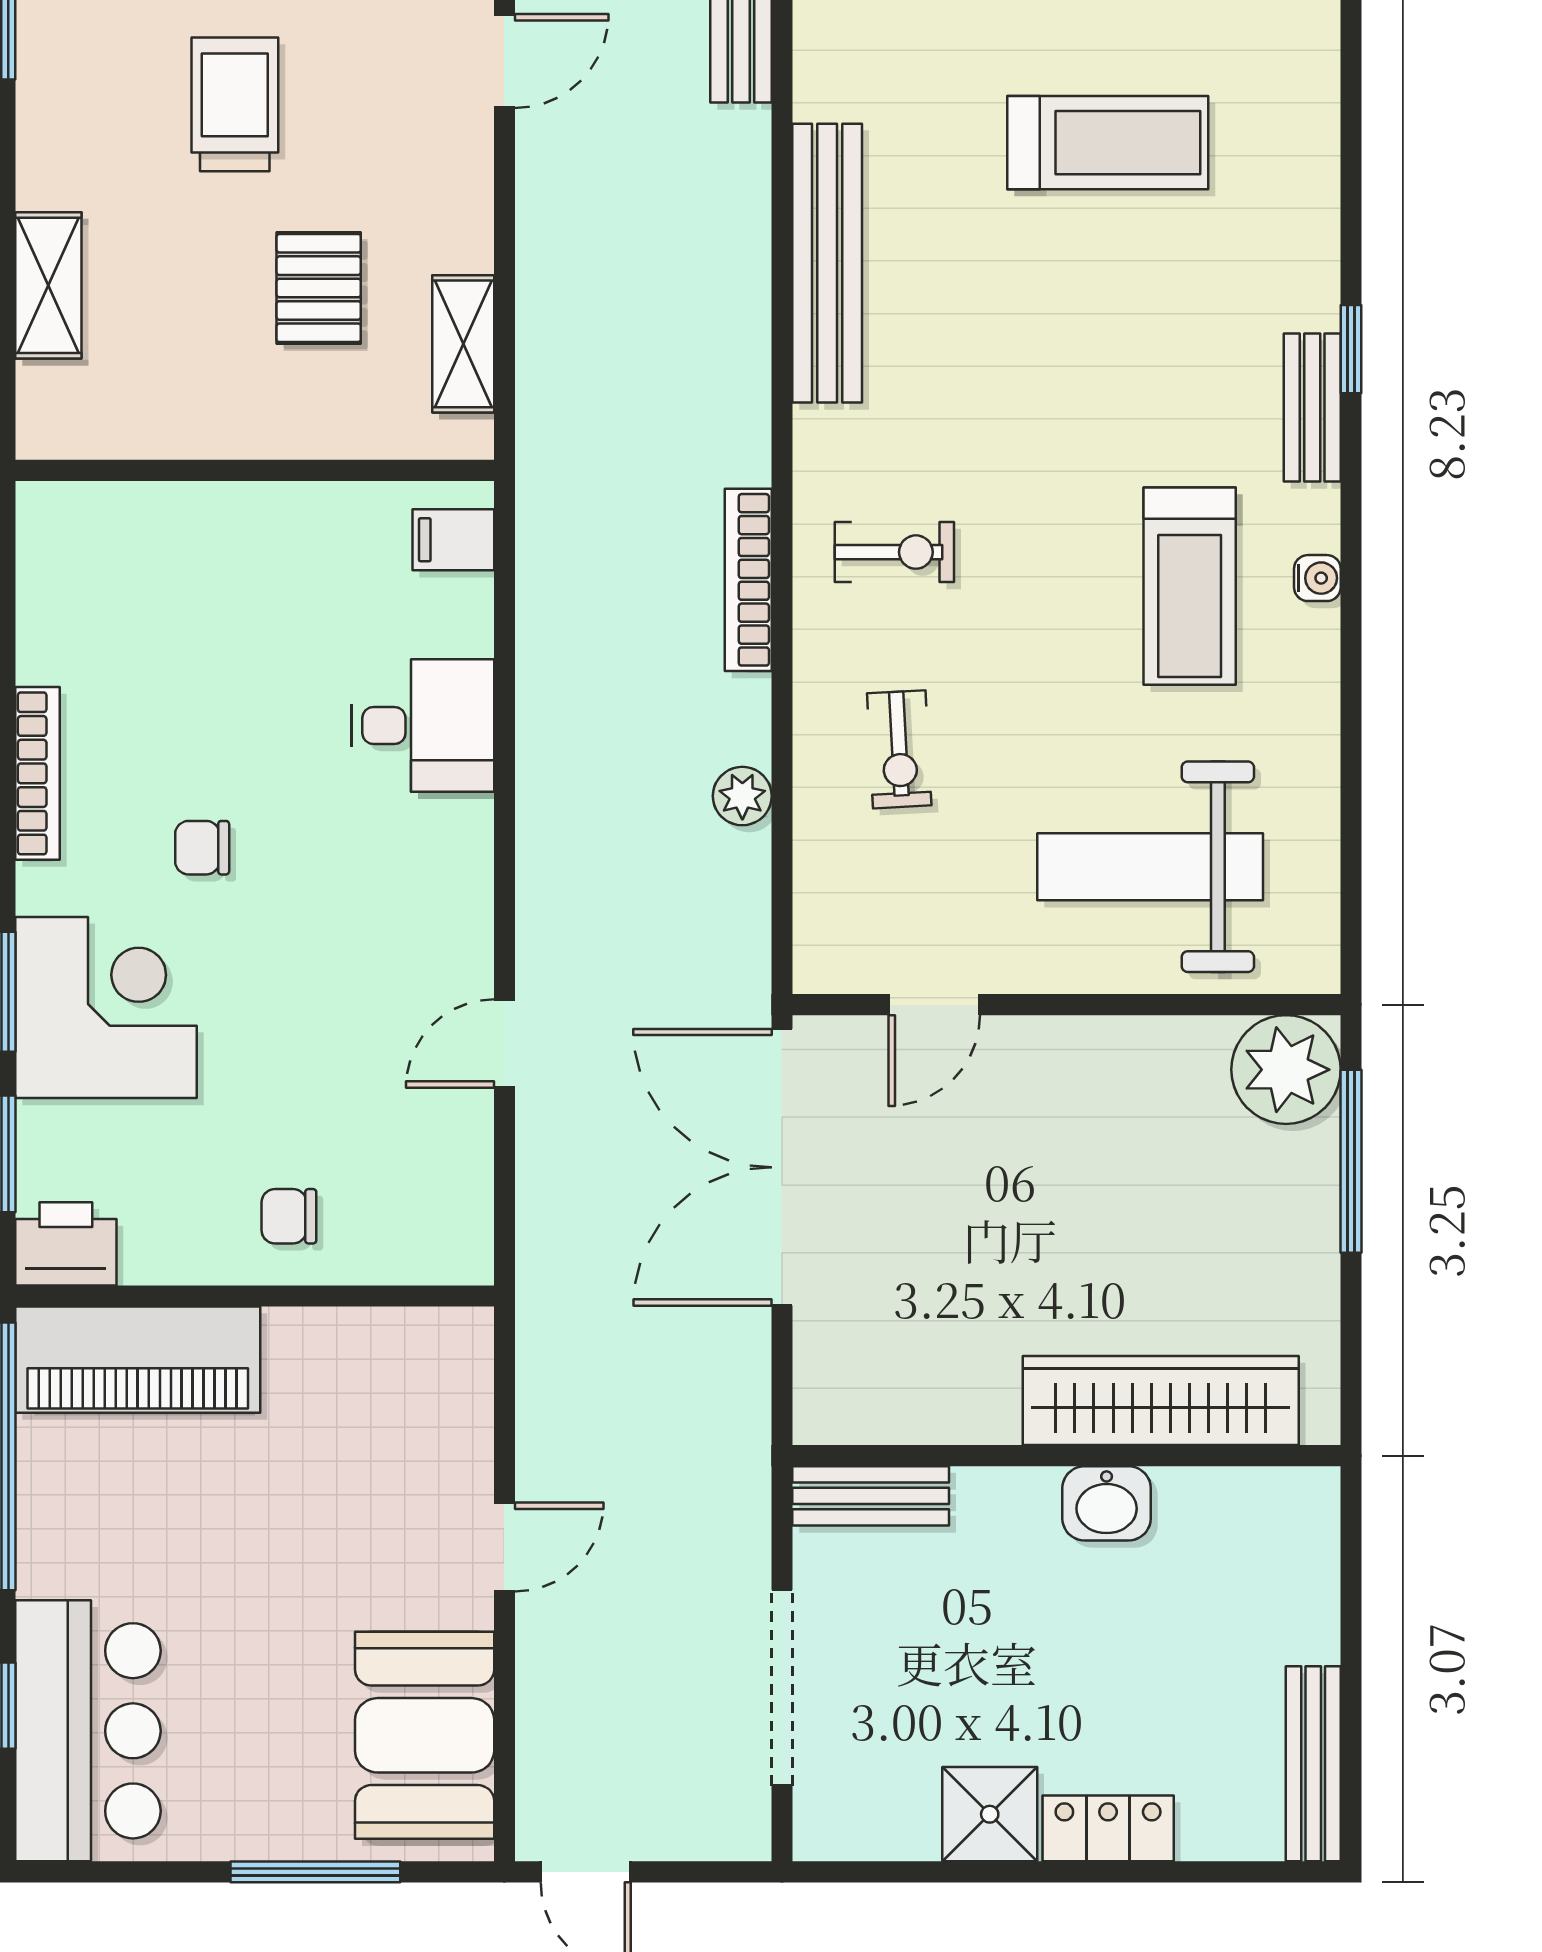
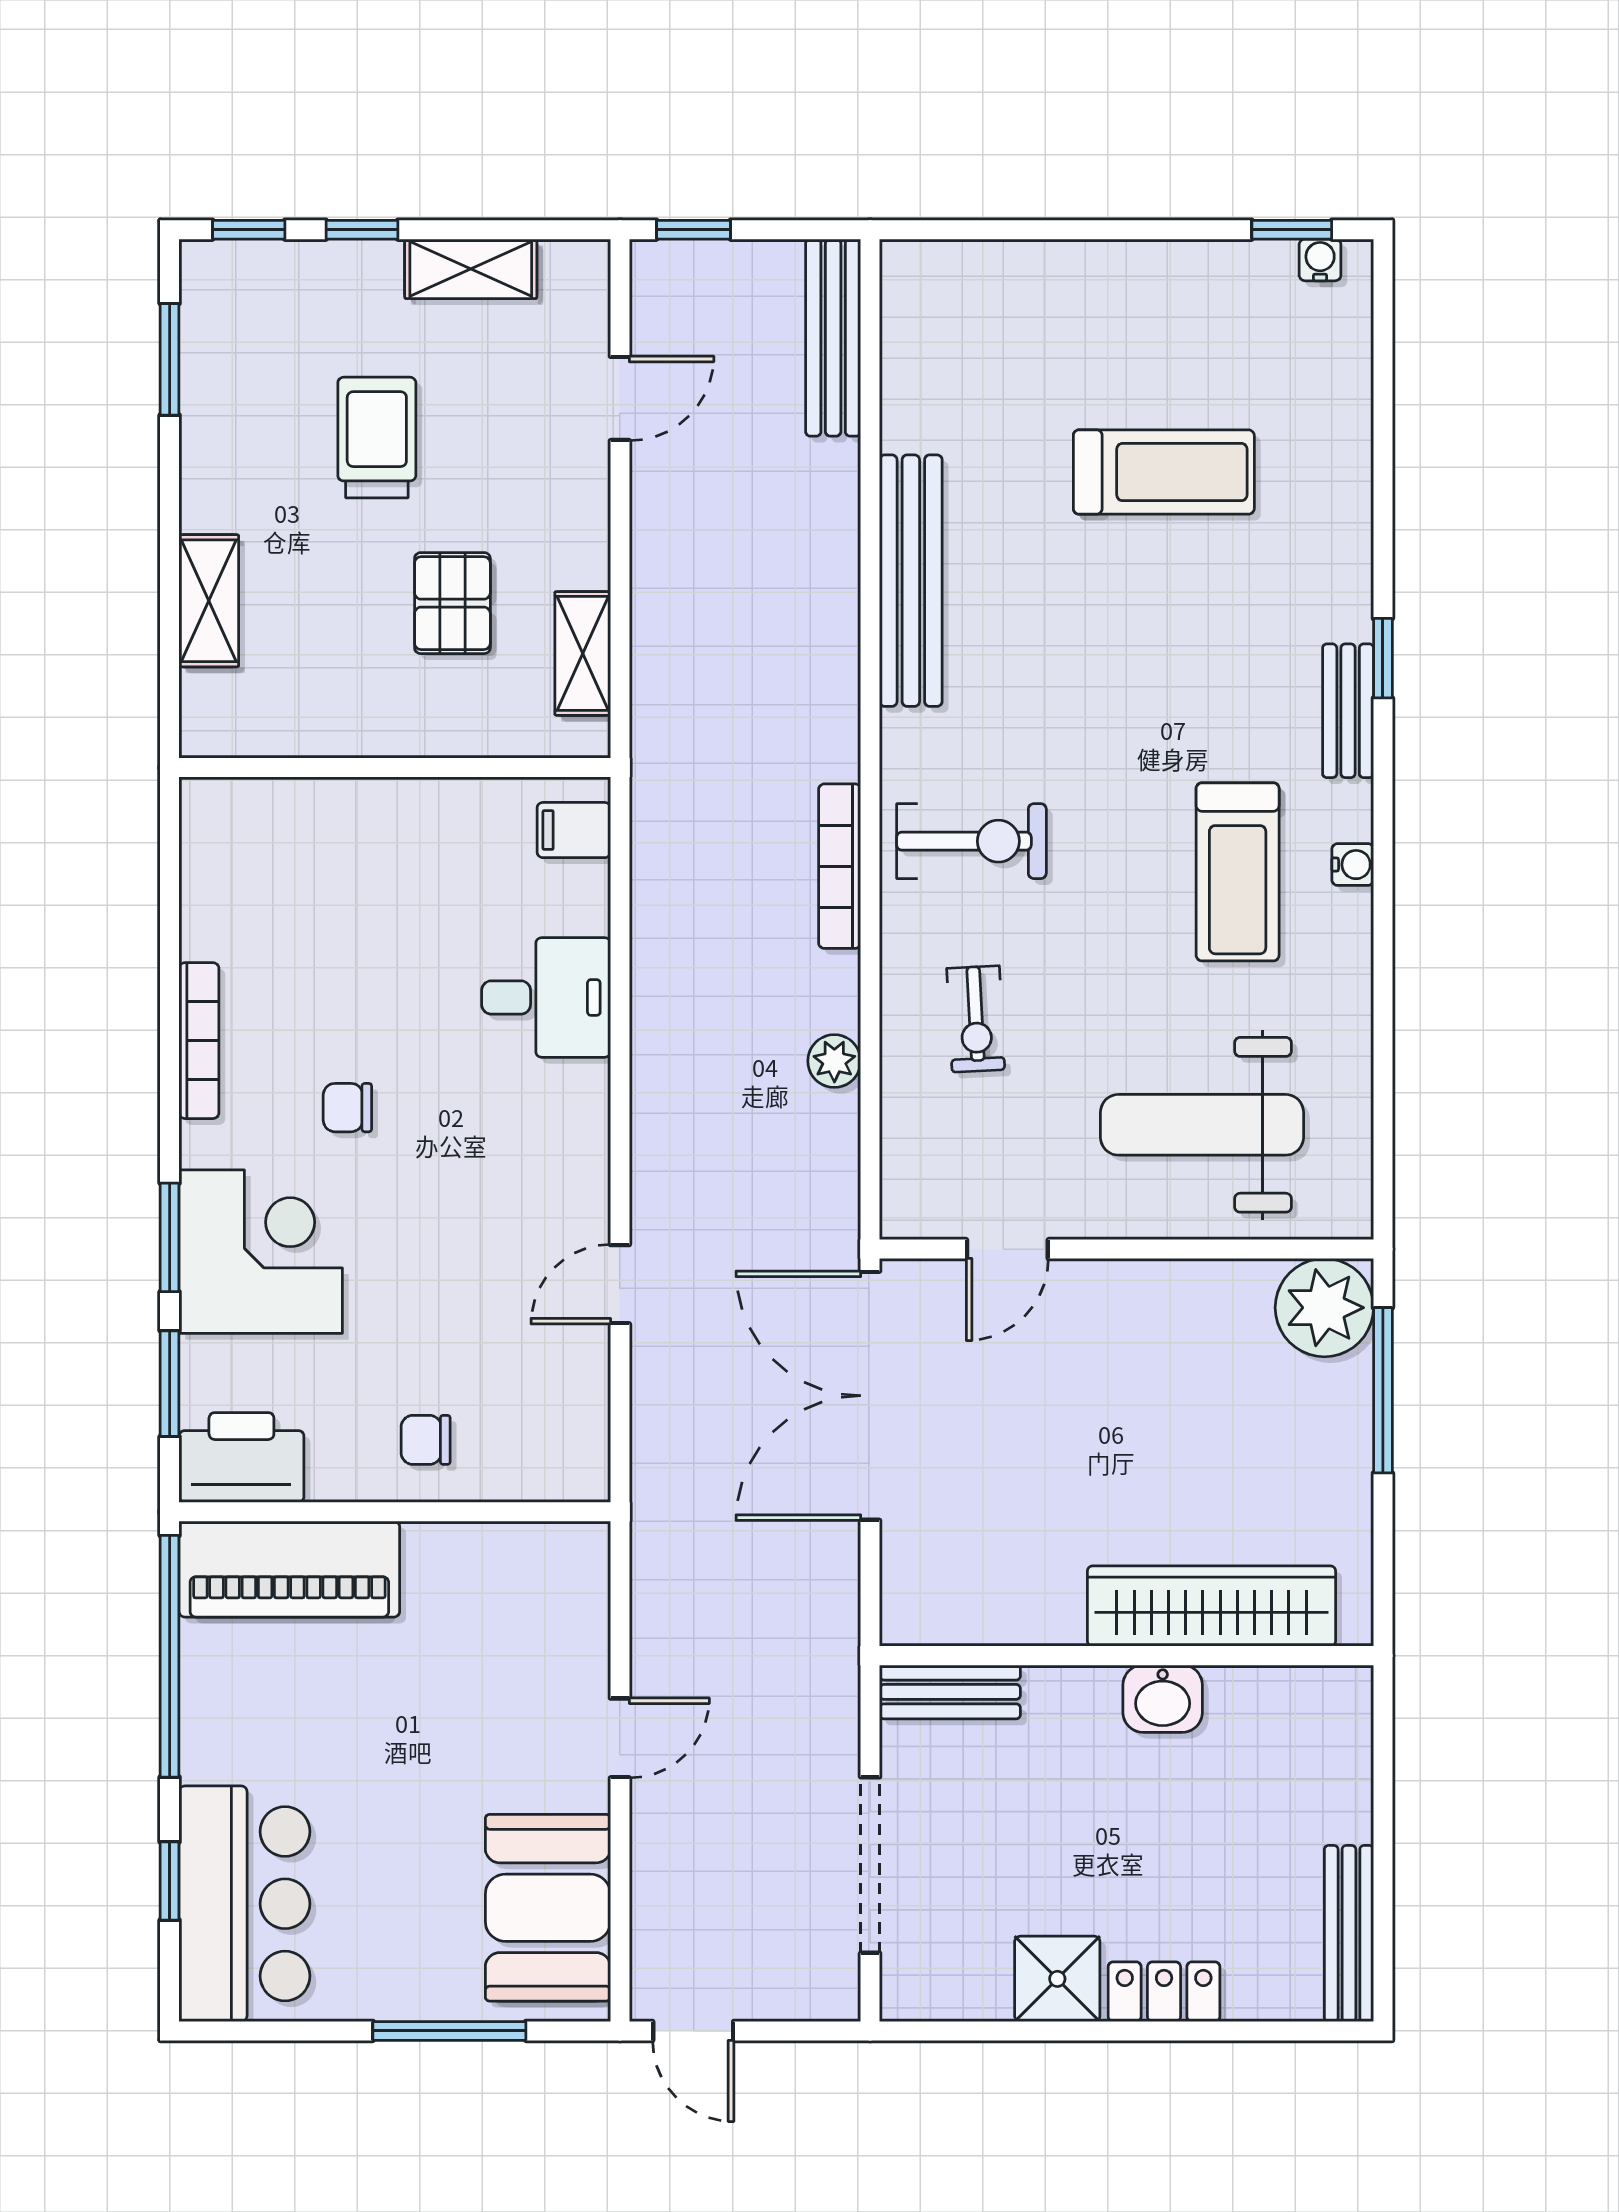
exercise bike: (894, 552) -> (971, 841), width x1.38, depth x1.39
printer: (66, 1244) -> (241, 1457), width x1.37, depth x1.19

